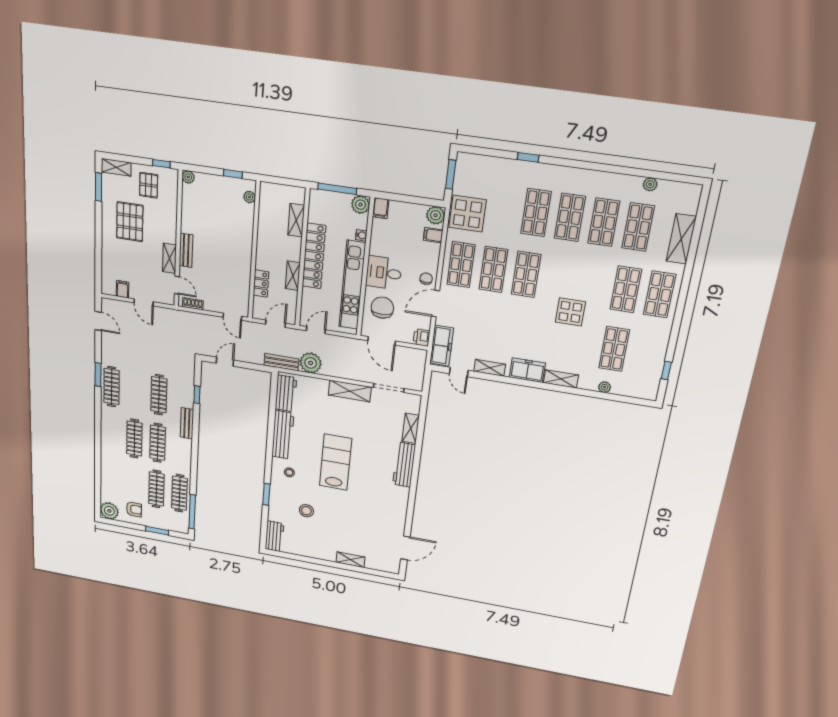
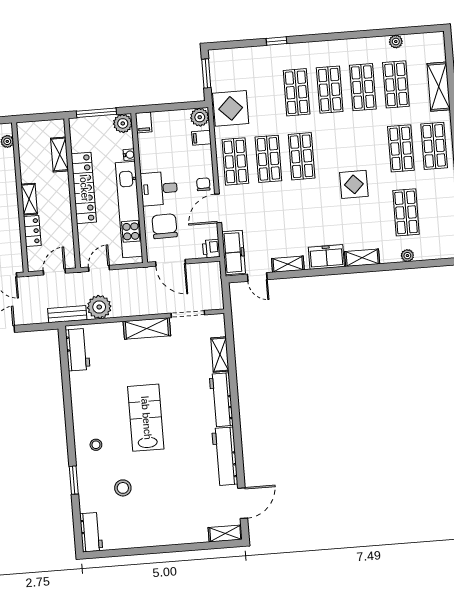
shelving: (293, 276) -> (29, 199), moved
workbench: (283, 435) -> (225, 456), moved, turned 180
shelving: (350, 560) -> (225, 534), moved

